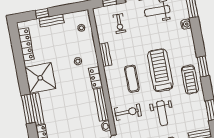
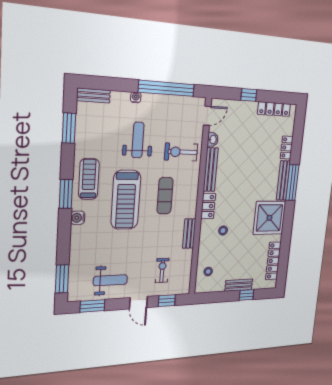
water cooler: (186, 24) -> (78, 218), moved

